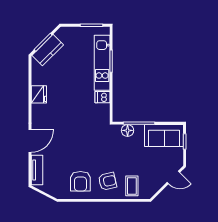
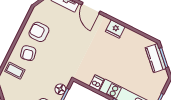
fridge: (39, 94) -> (115, 29), moved

